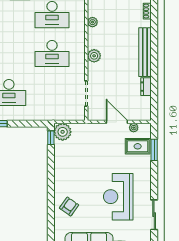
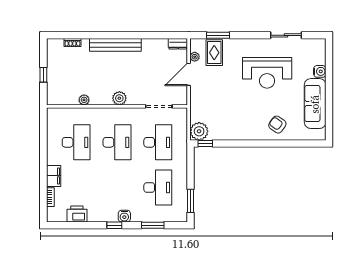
dresser: (146, 87) -> (178, 44), moved
desk: (52, 92) -> (158, 142), added

